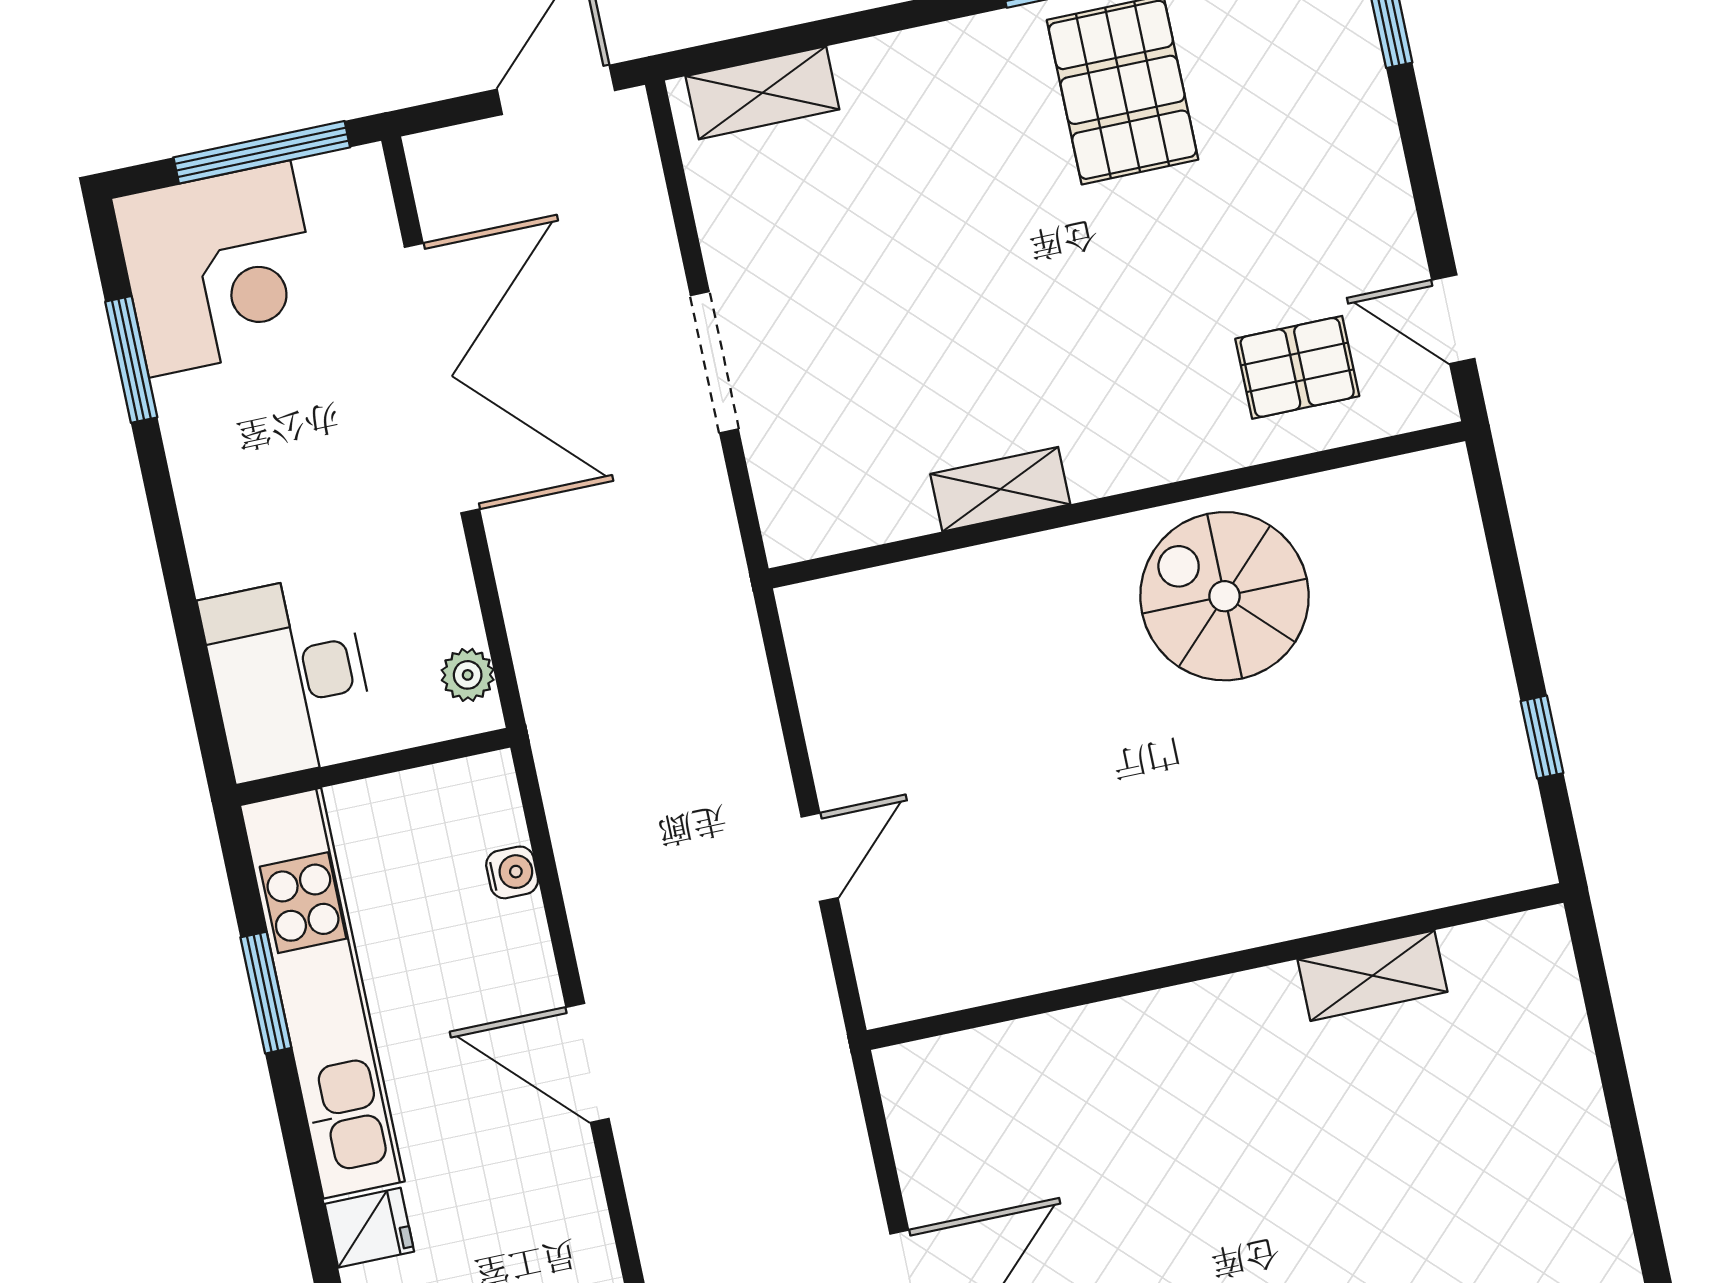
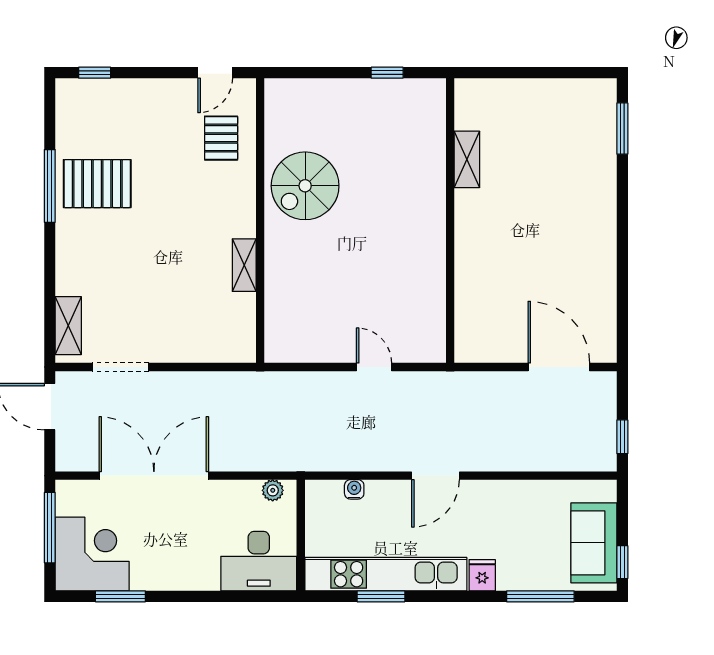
doorway: (714, 362) -> (120, 367), moved

